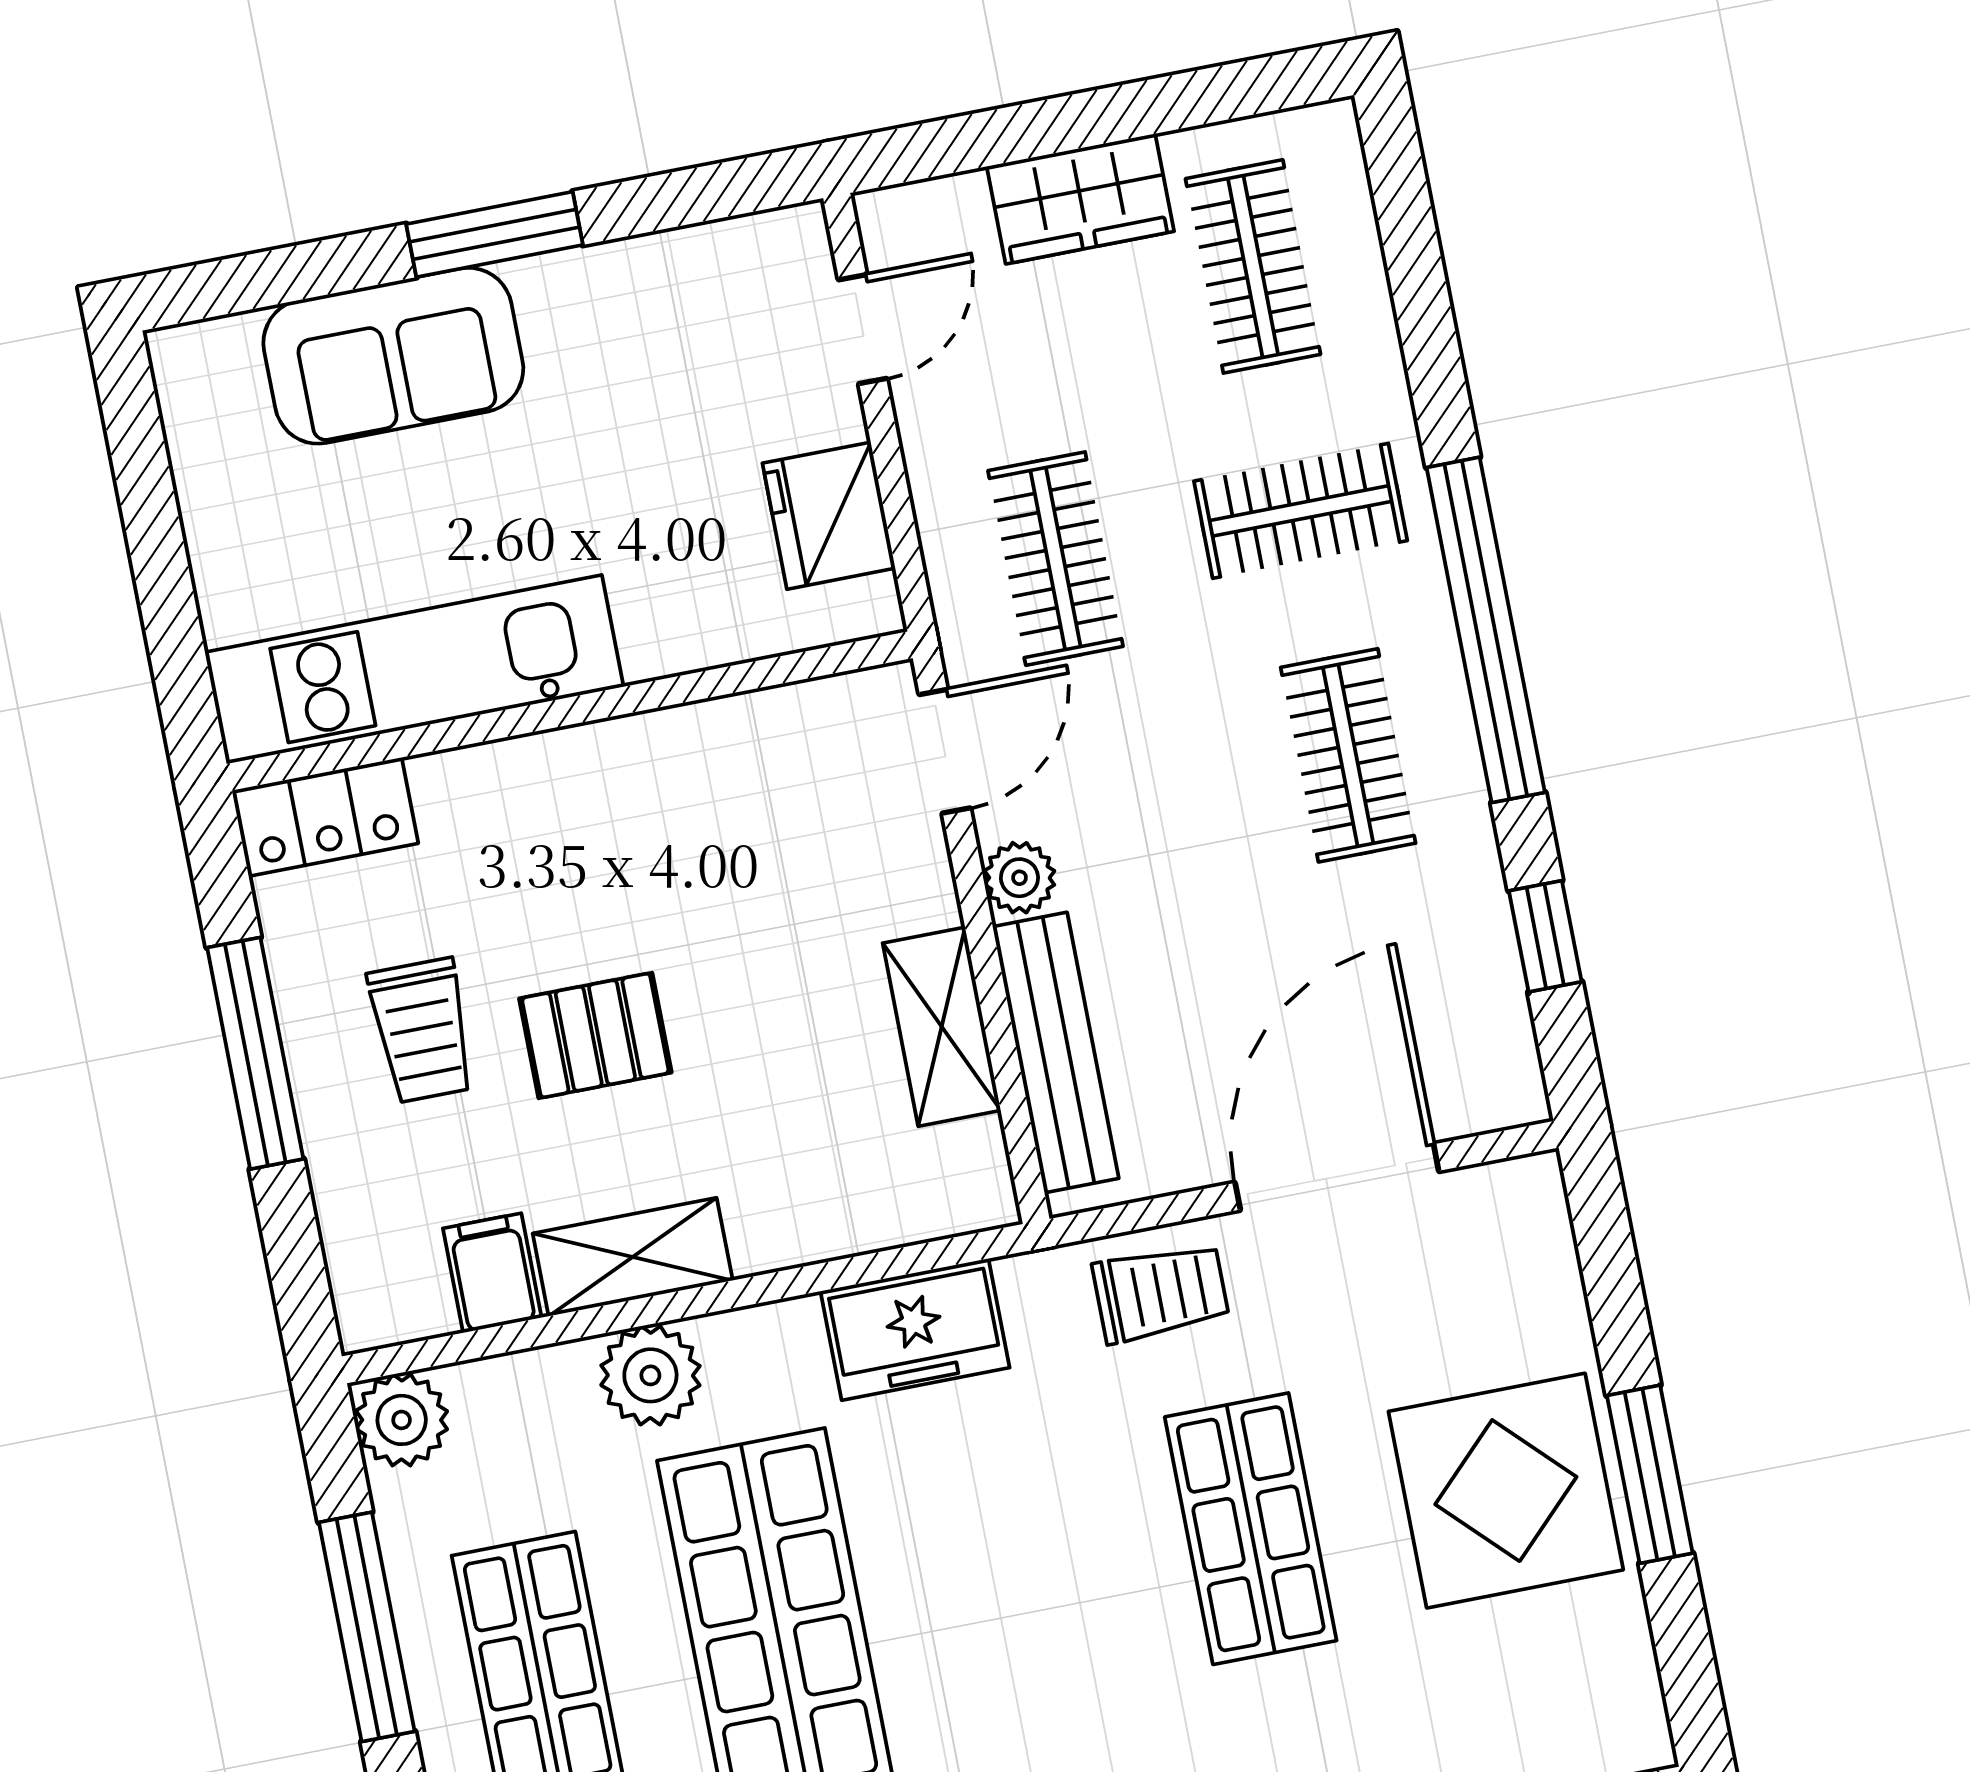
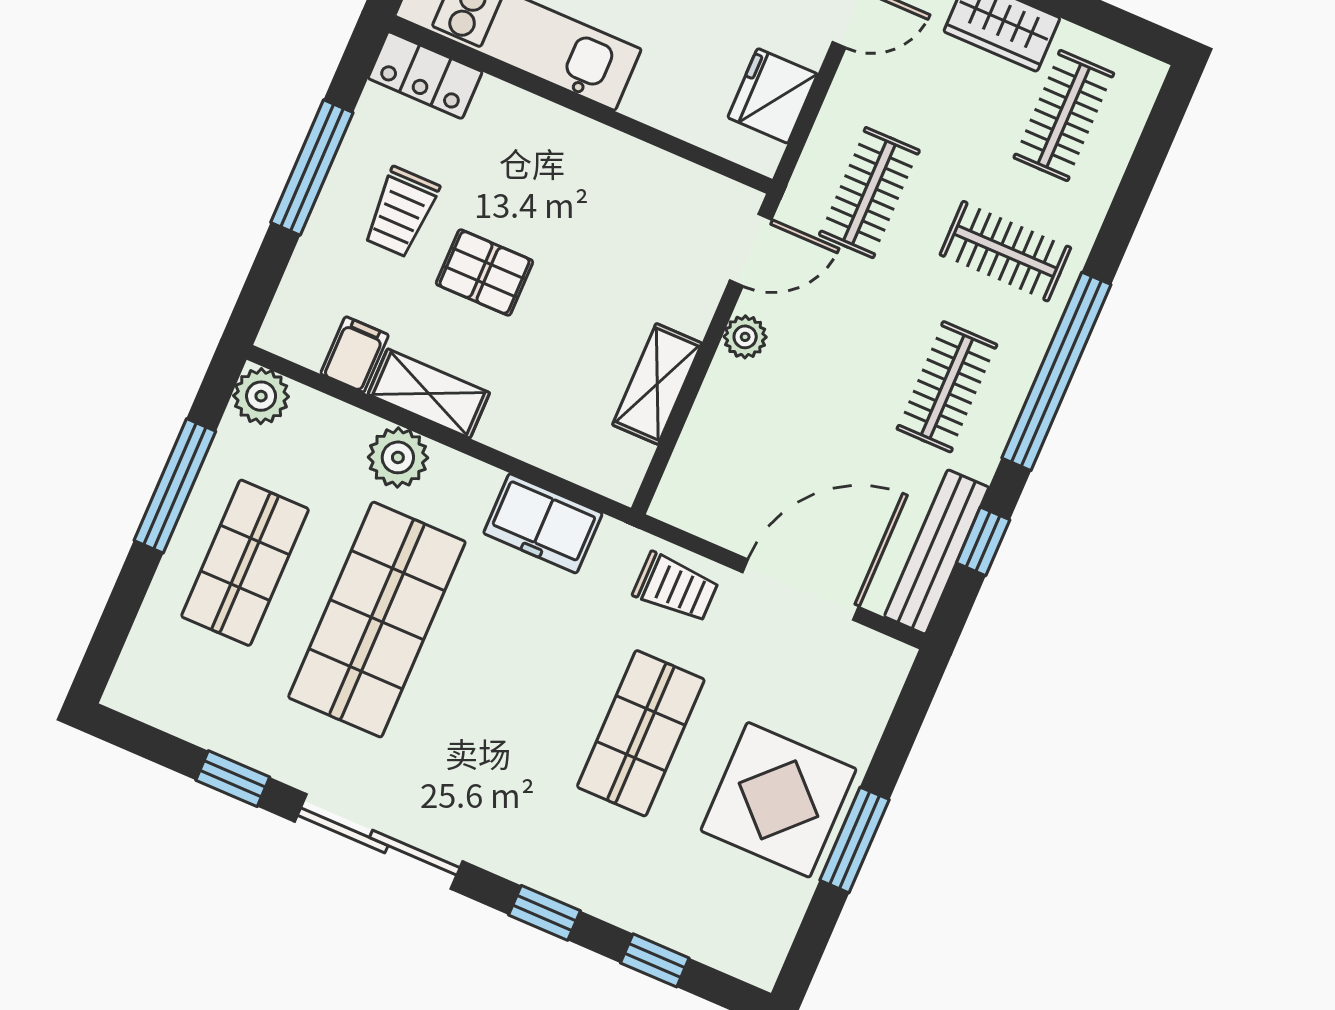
bench: (1056, 1053) -> (937, 552), moved

